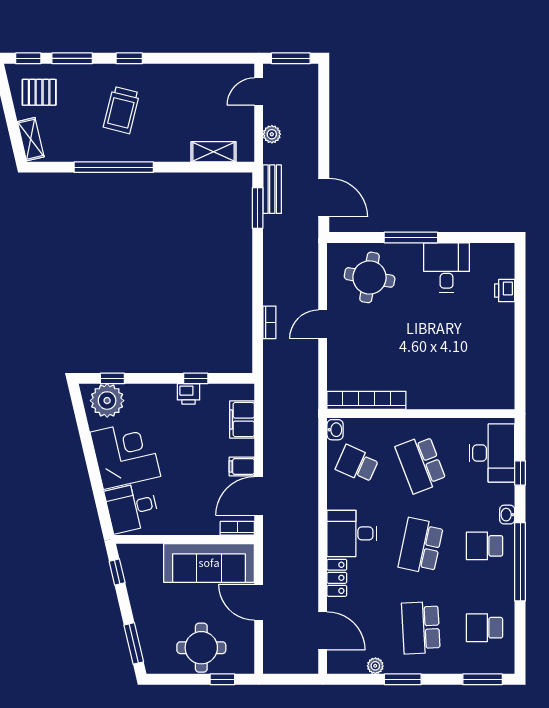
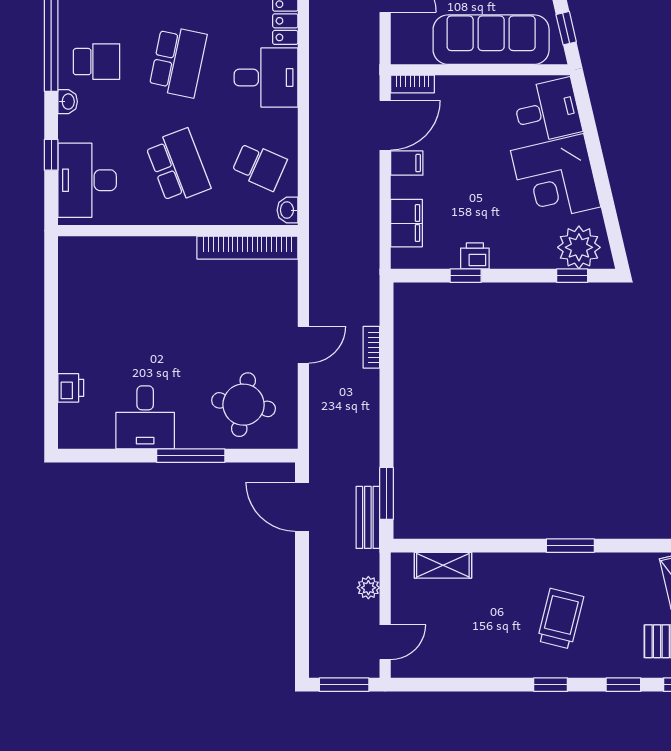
window: (72, 58) -> (623, 685), width x0.67
window: (114, 167) -> (570, 546), width x0.47
sofa: (209, 563) -> (491, 40), moved

